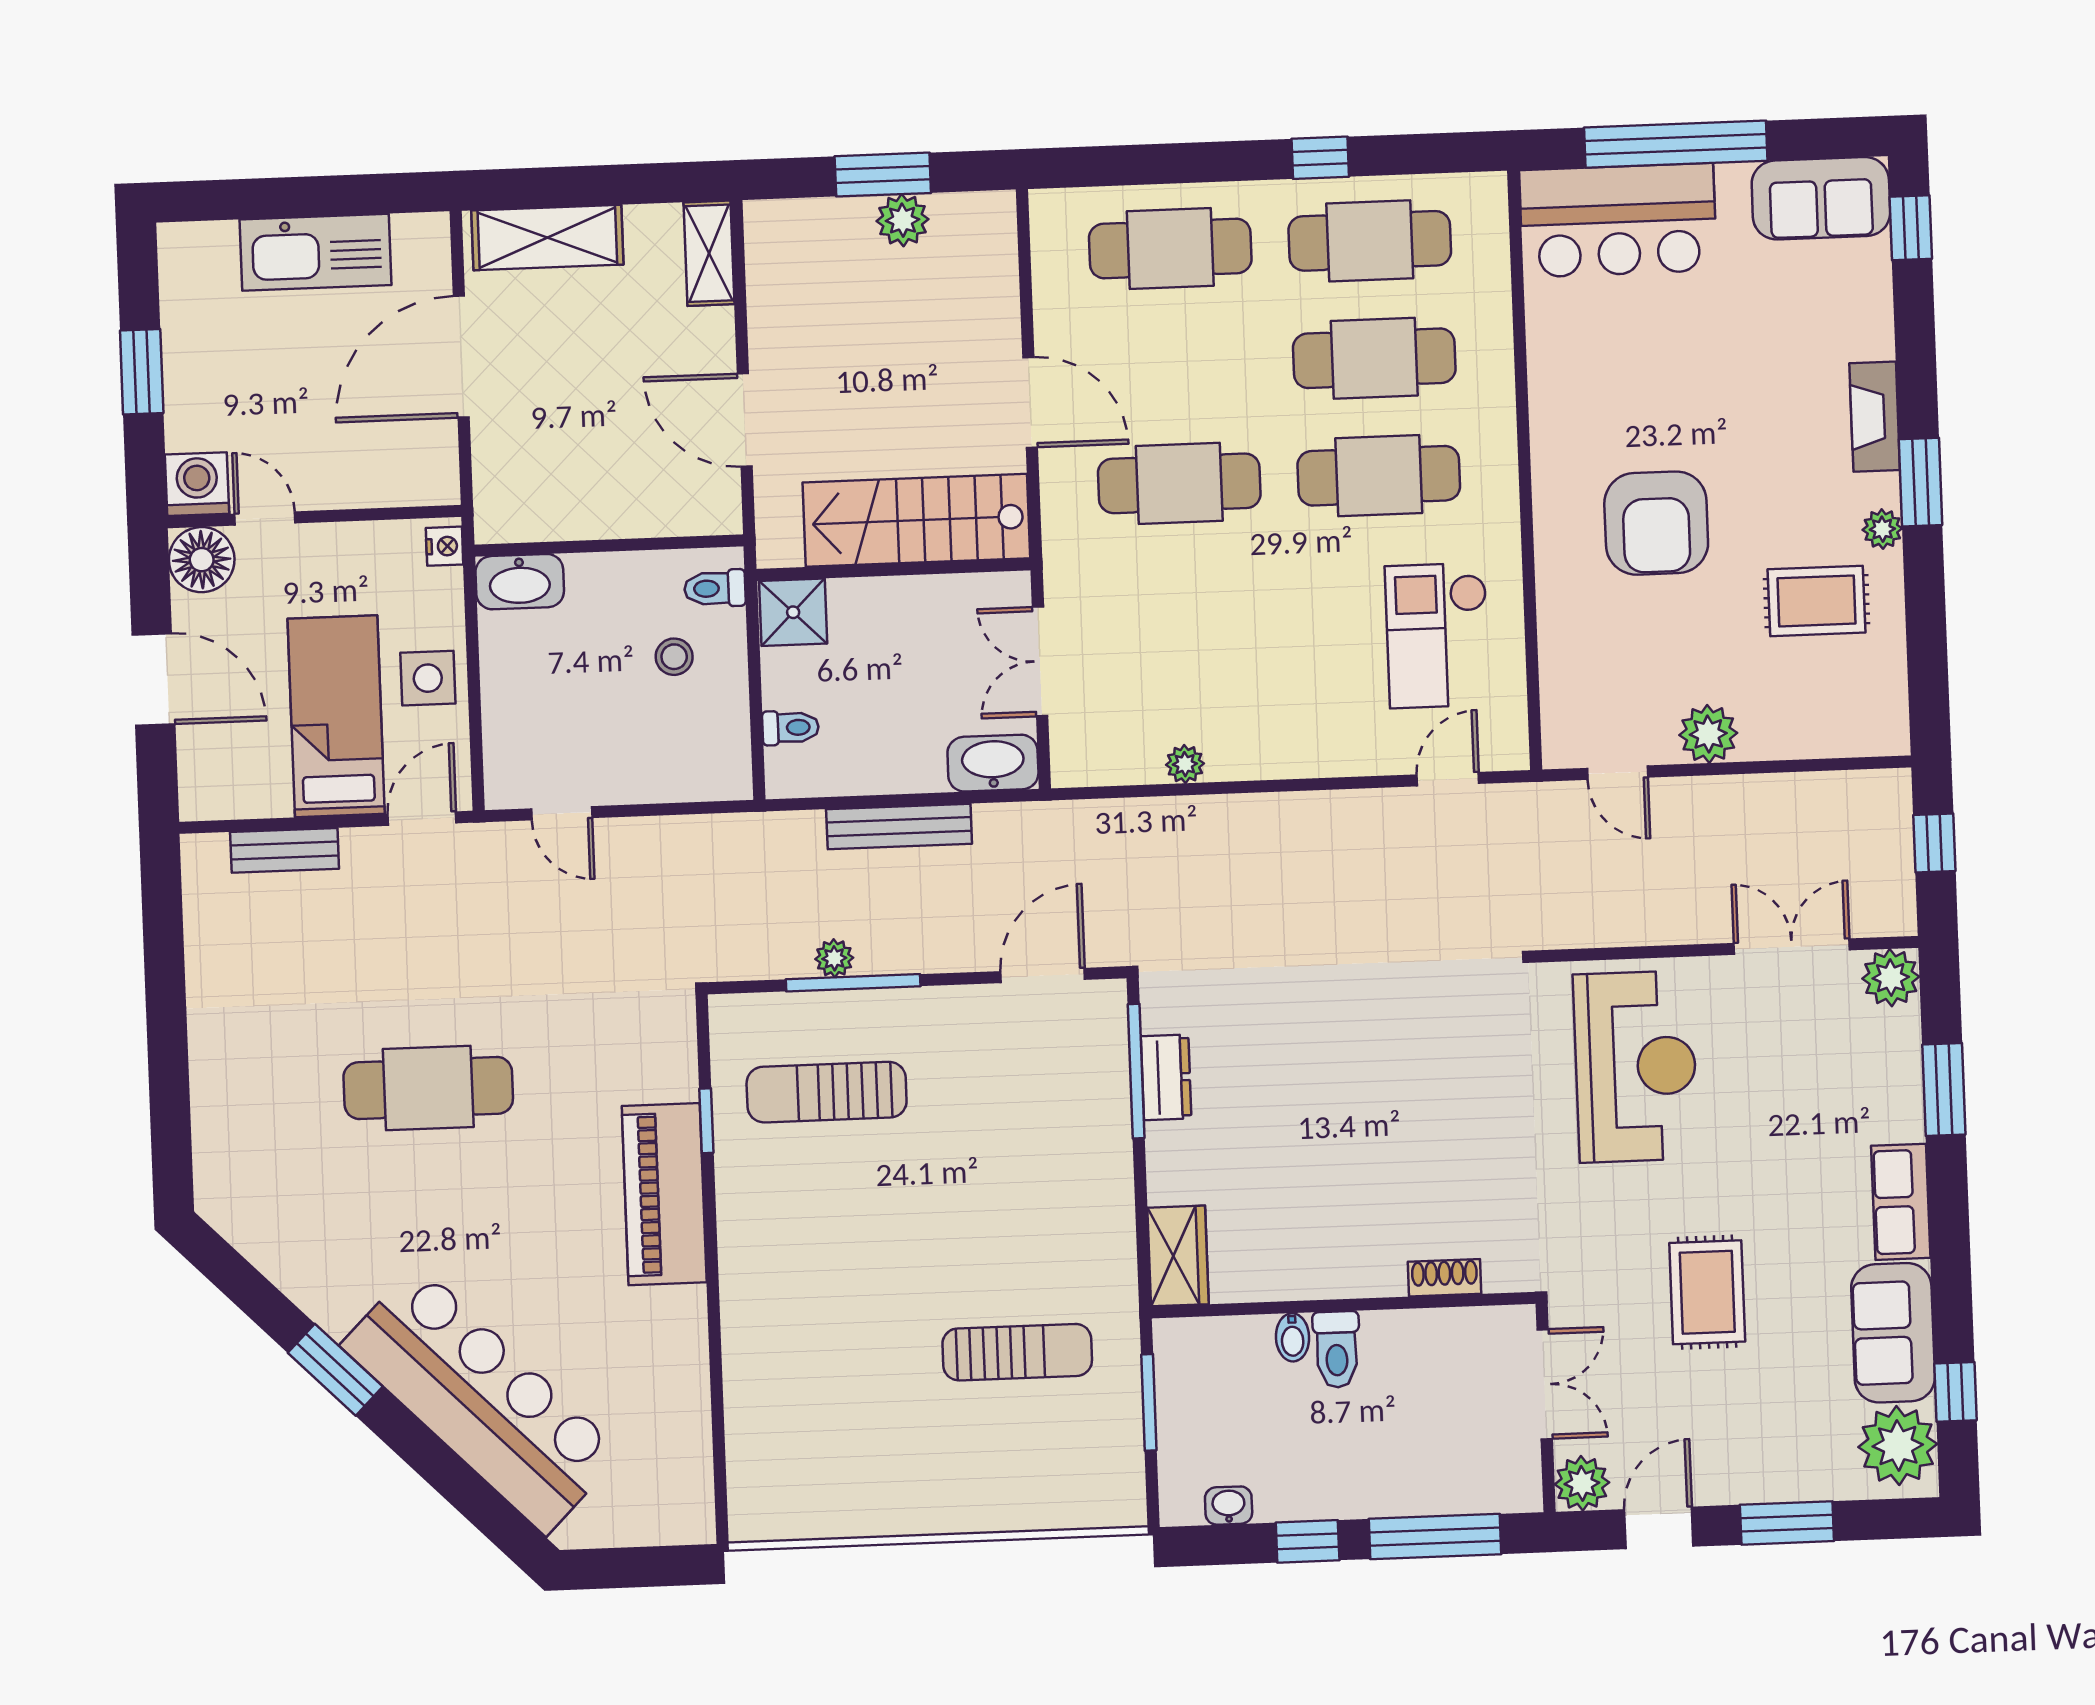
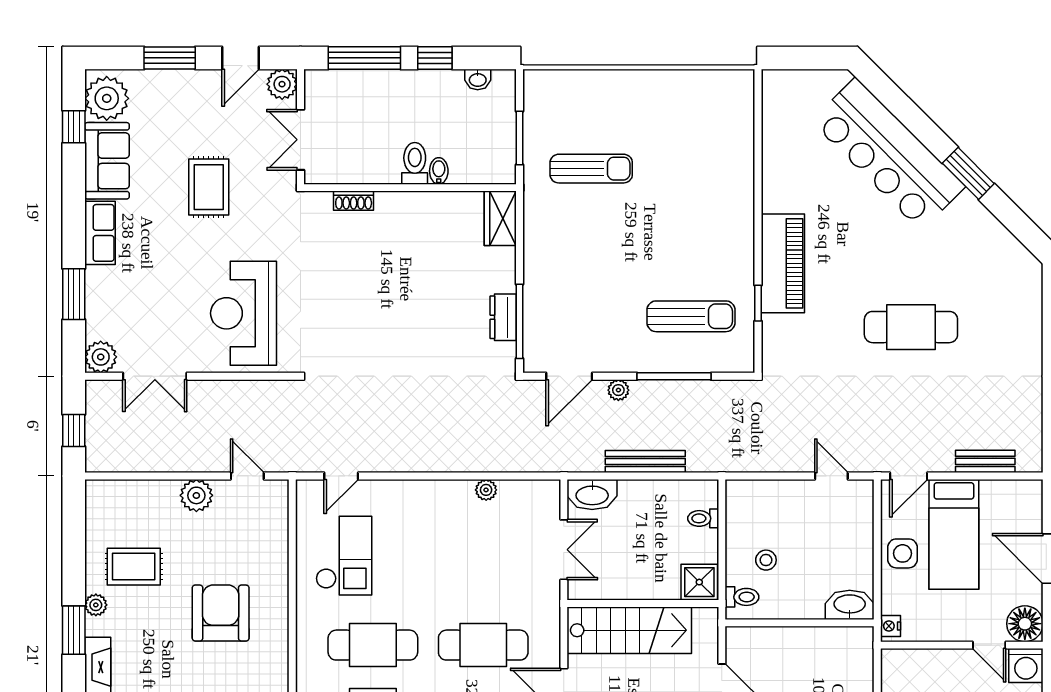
plant: (834, 958) -> (618, 390), moved
sun lounger: (1017, 1352) -> (591, 169), turned 180

